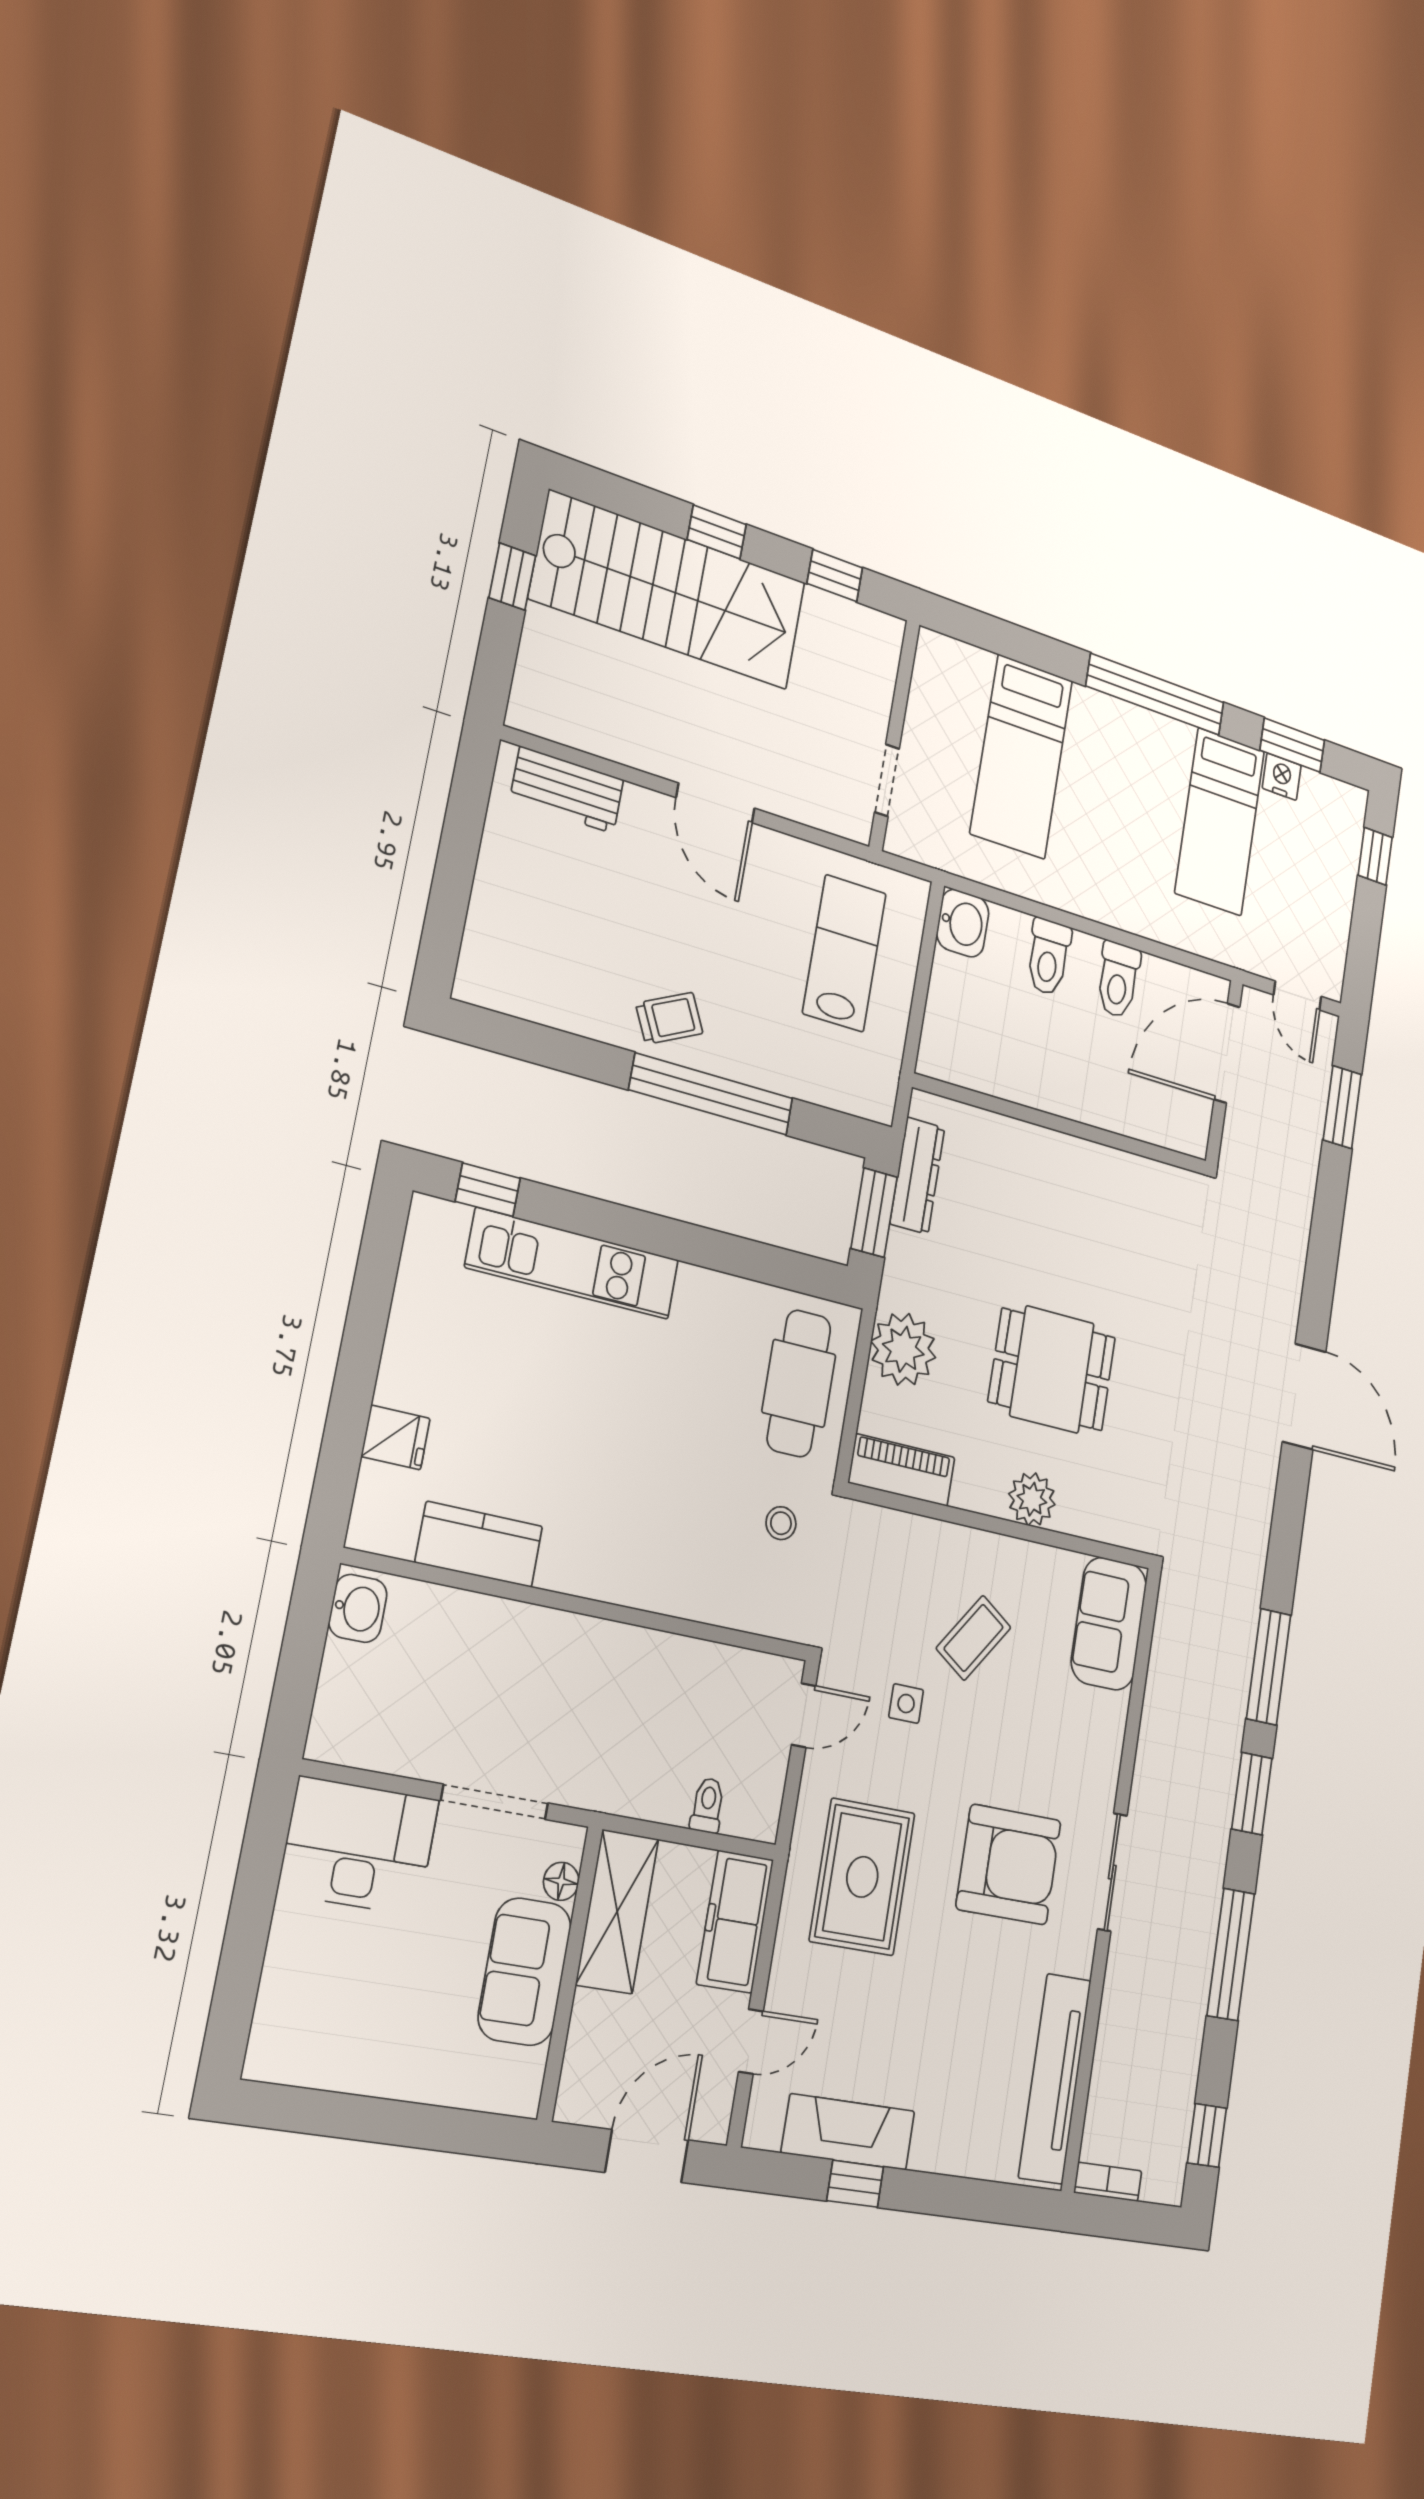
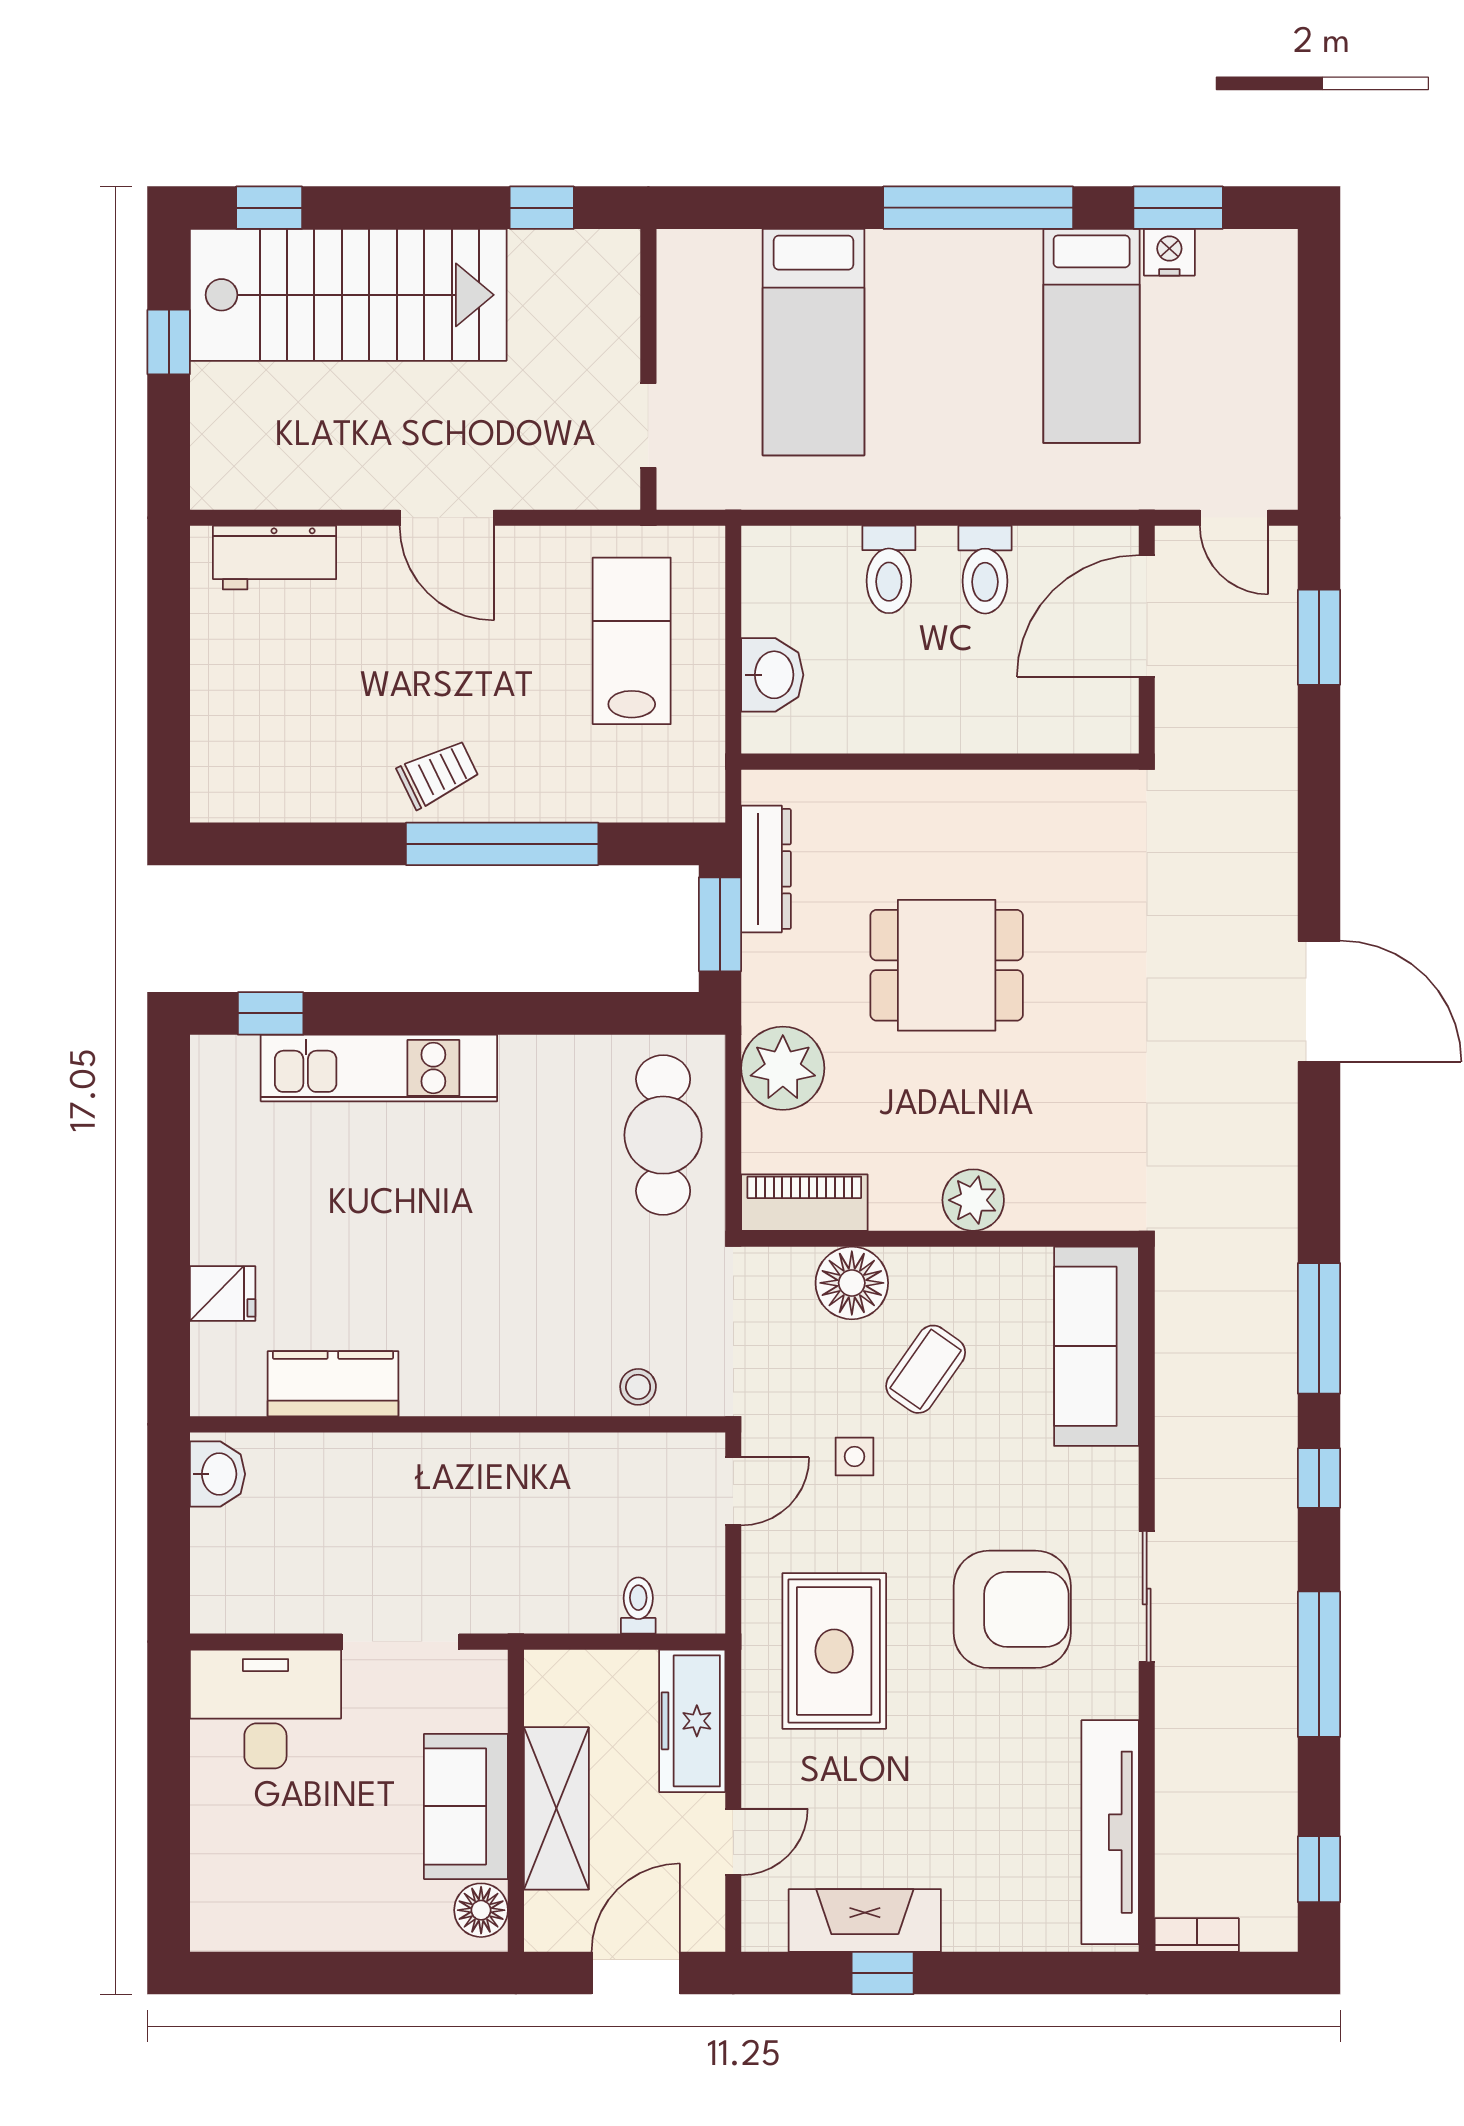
window: (717, 532) -> (269, 208), moved
window: (1375, 856) -> (1319, 310), removed
washbasin: (963, 923) -> (772, 675), moved
dining table: (1052, 1369) -> (947, 965), moved
stool: (781, 1523) -> (638, 1387), moved
floor lamp: (928, 1549) -> (852, 1283), added
sofa: (1109, 1624) -> (1096, 1346), width x1.36
window: (1252, 1794) -> (1319, 1478), width x0.67
floor lamp: (561, 1881) -> (481, 1910), moved, width x1.37, depth x1.37
shelving: (617, 1911) -> (556, 1808), moved

